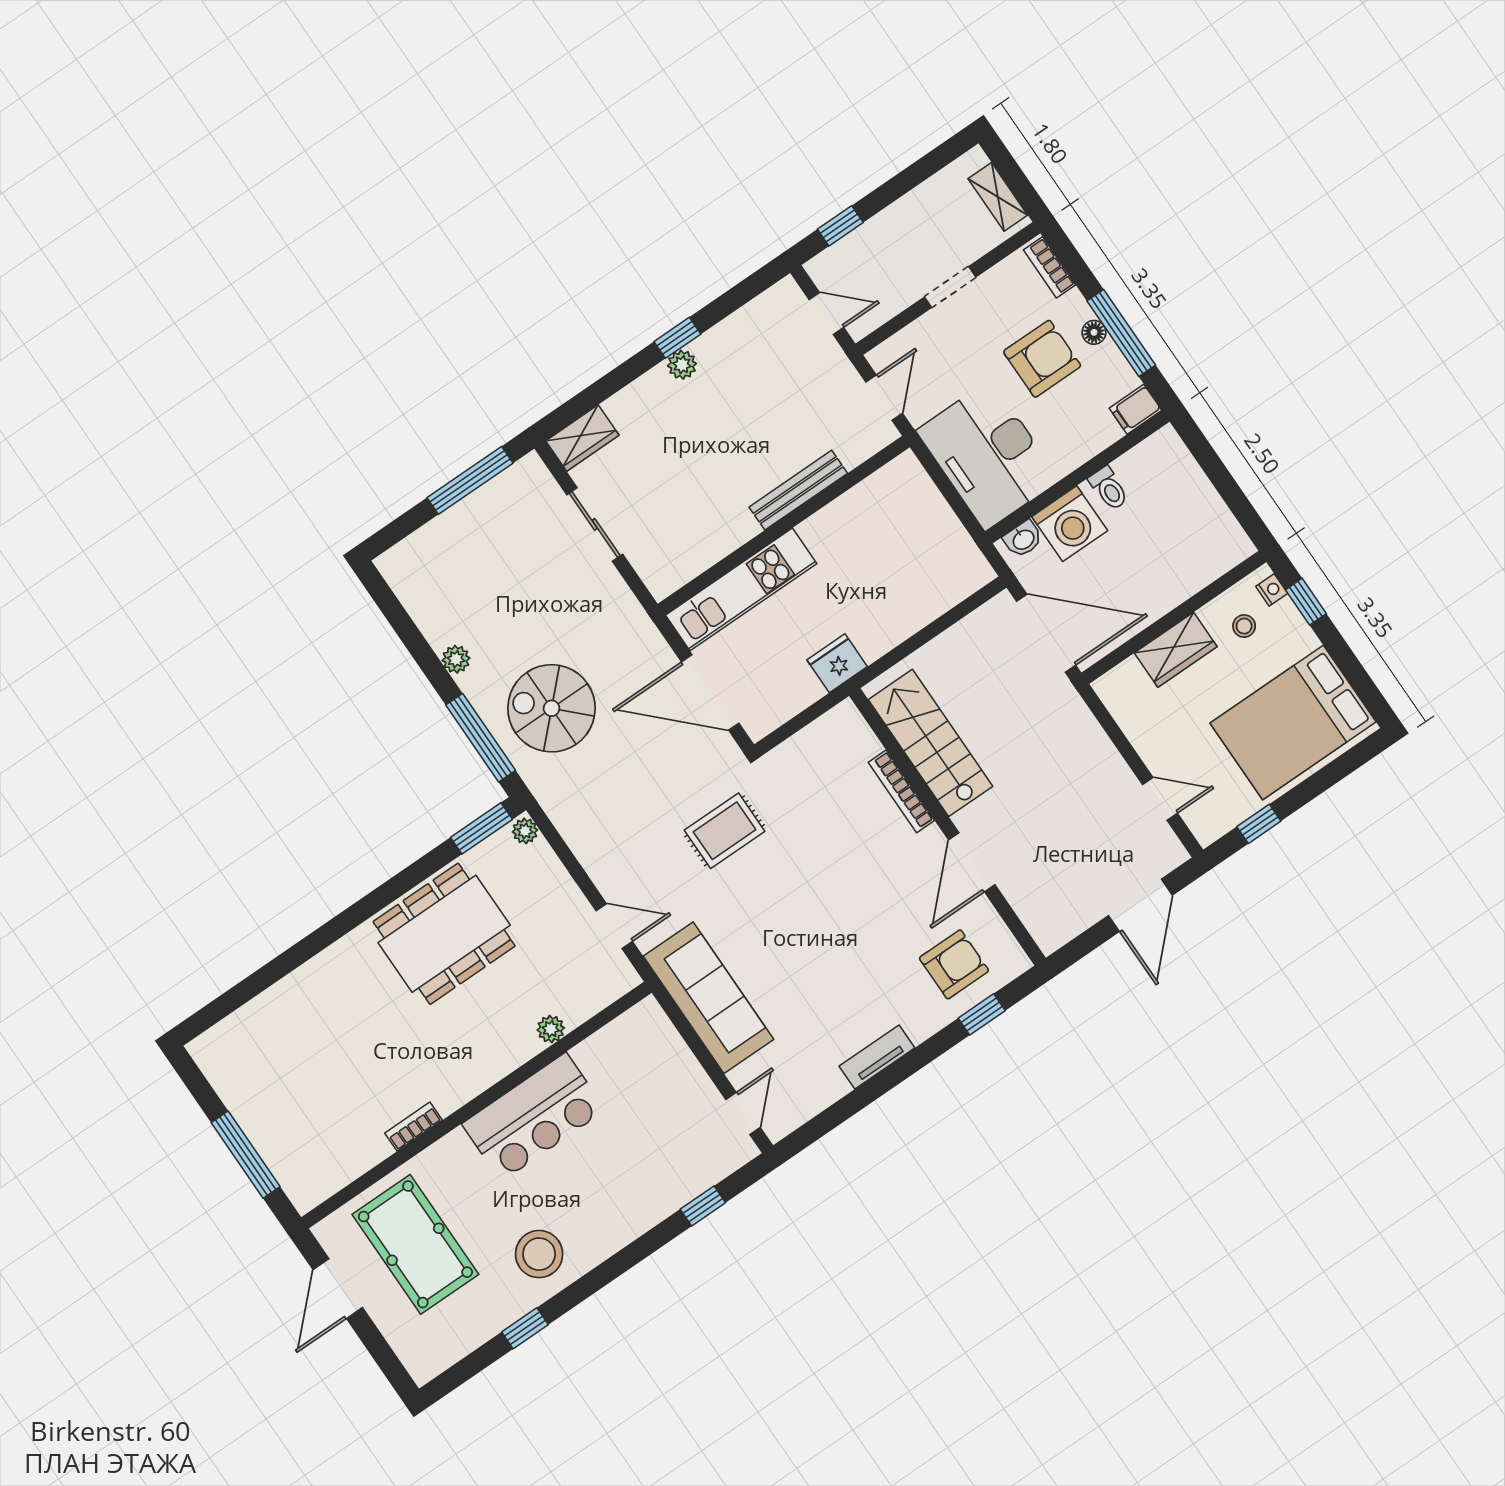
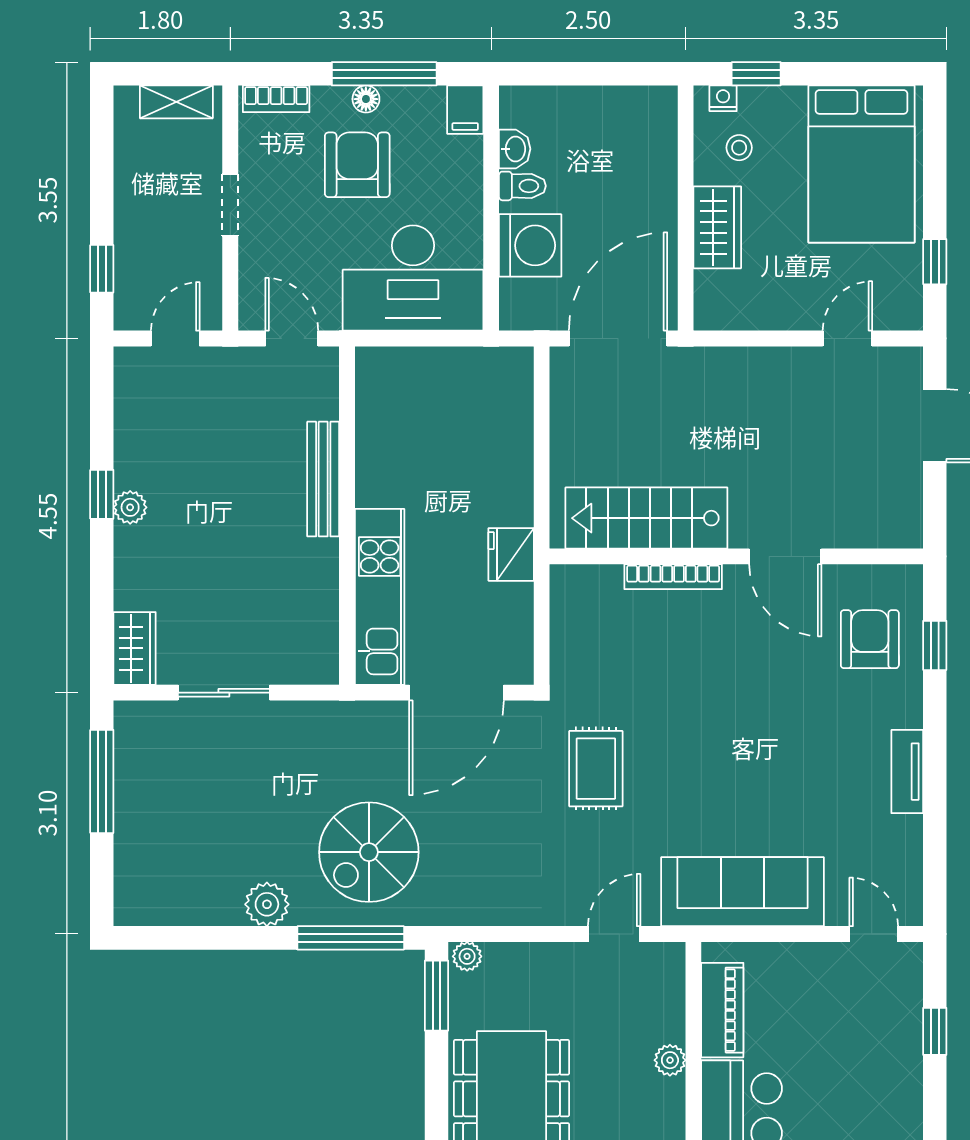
washbasin: (1023, 539) -> (515, 149), moved
plant: (456, 659) -> (267, 904), width x1.38, depth x1.38
piano: (613, 1042) -> (722, 1010), added

